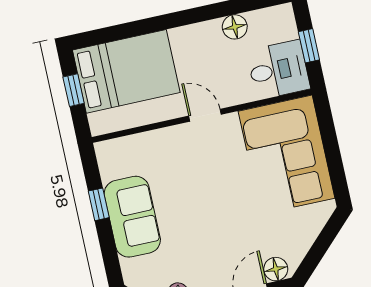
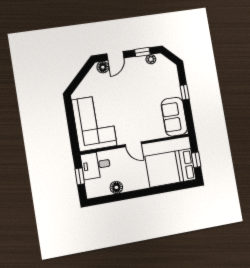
window: (99, 204) -> (185, 92), moved
sofa: (132, 217) -> (174, 117), moved

